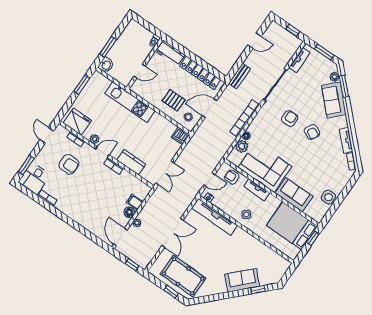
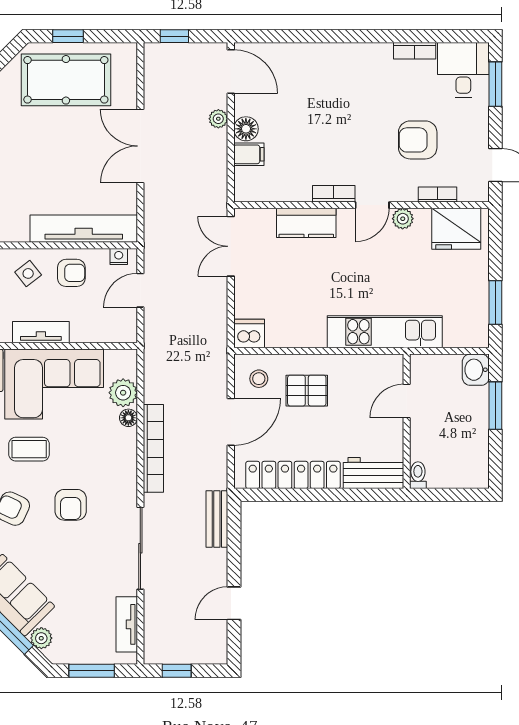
coffee table: (291, 150) -> (29, 449), added
armchair: (232, 177) -> (71, 273), moved

